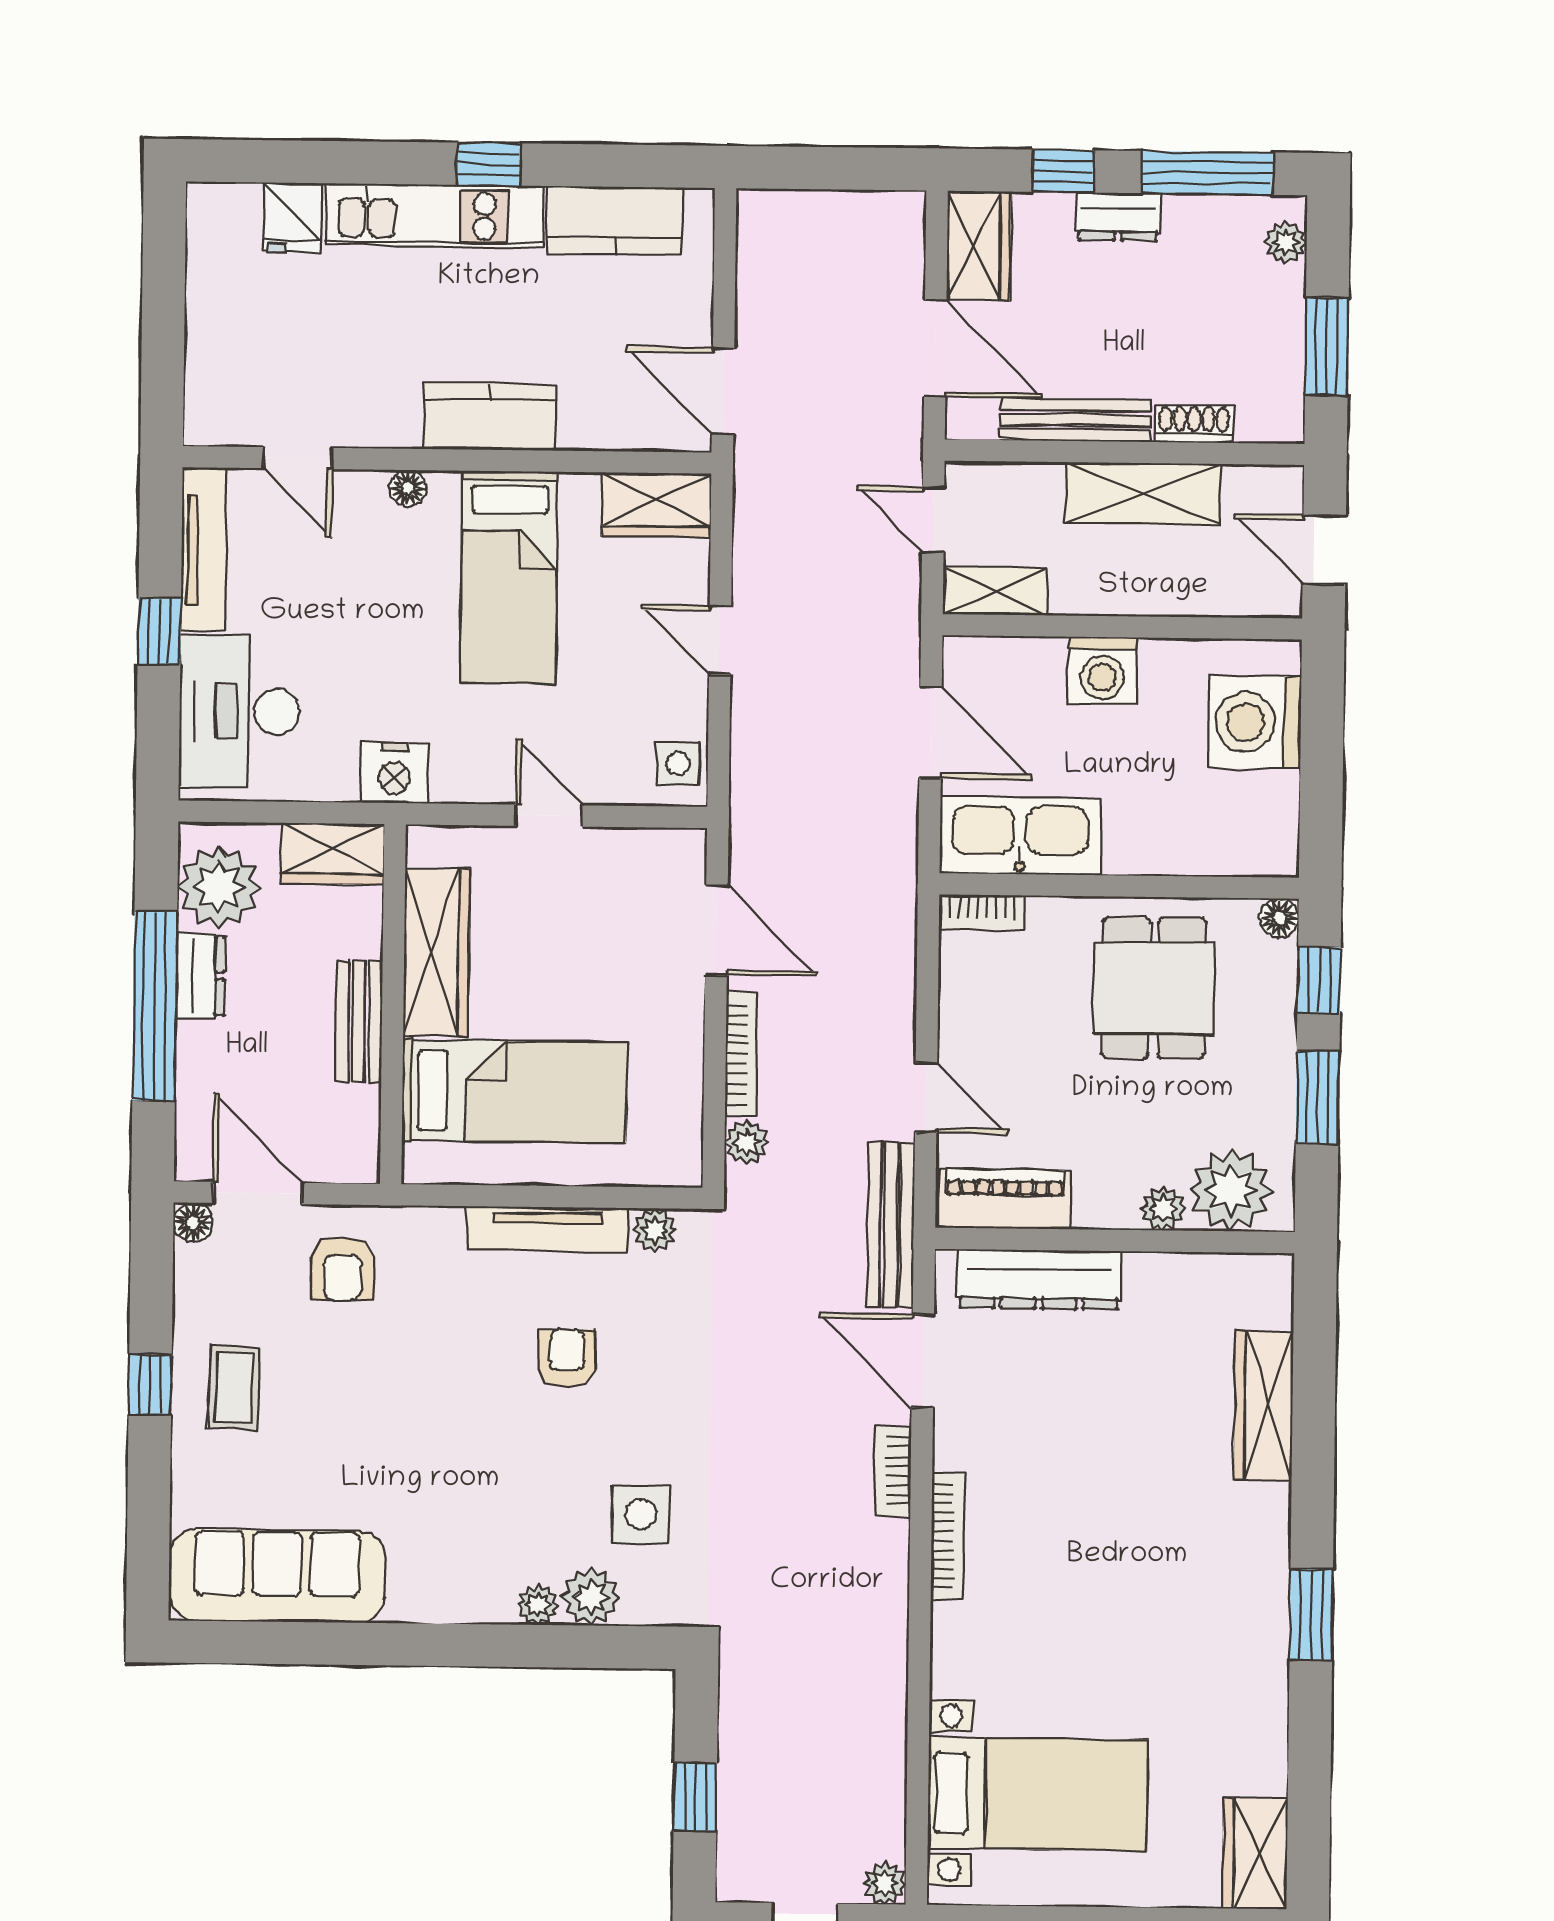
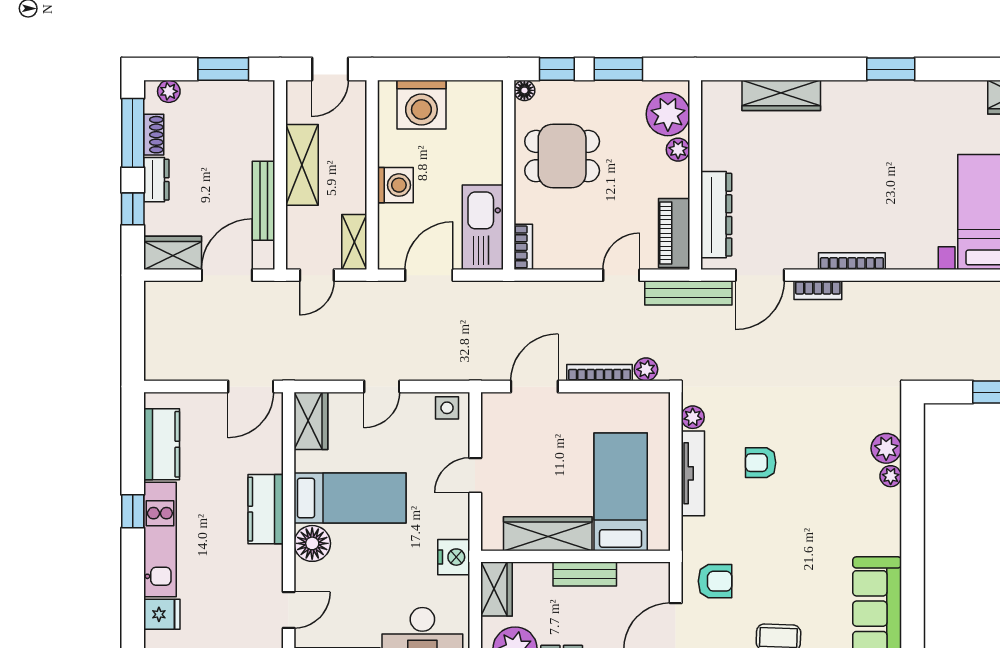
shoe rack: (1194, 424) -> (154, 135), moved, turned 180
floor lamp: (408, 488) -> (312, 543), width x1.89, depth x1.89
side table: (641, 1514) -> (842, 423), removed

